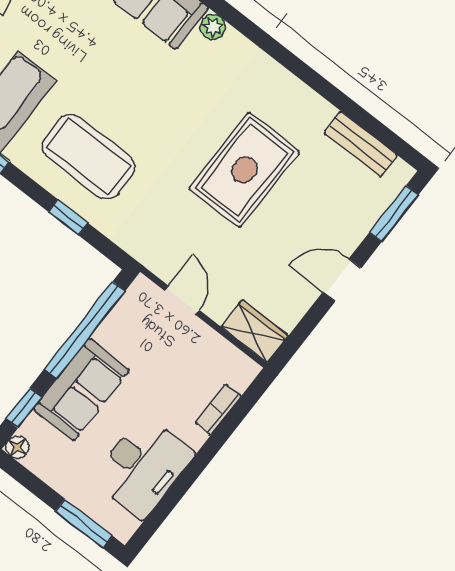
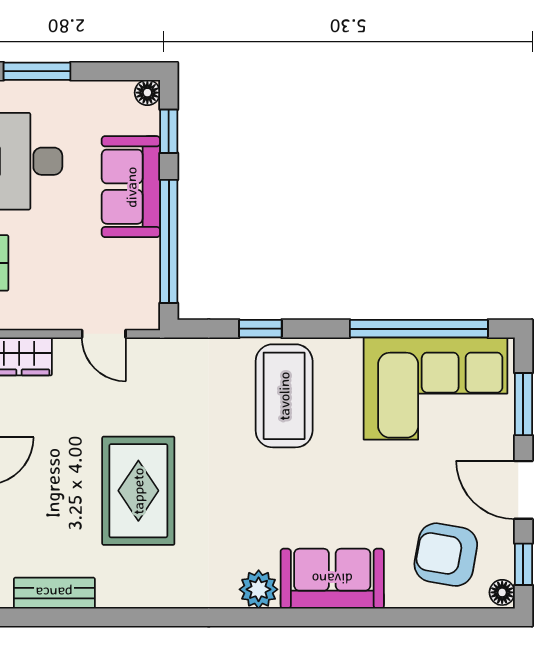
plant: (213, 27) -> (259, 589), width x1.38, depth x1.38
coffee table: (89, 157) -> (284, 396), turned 90

